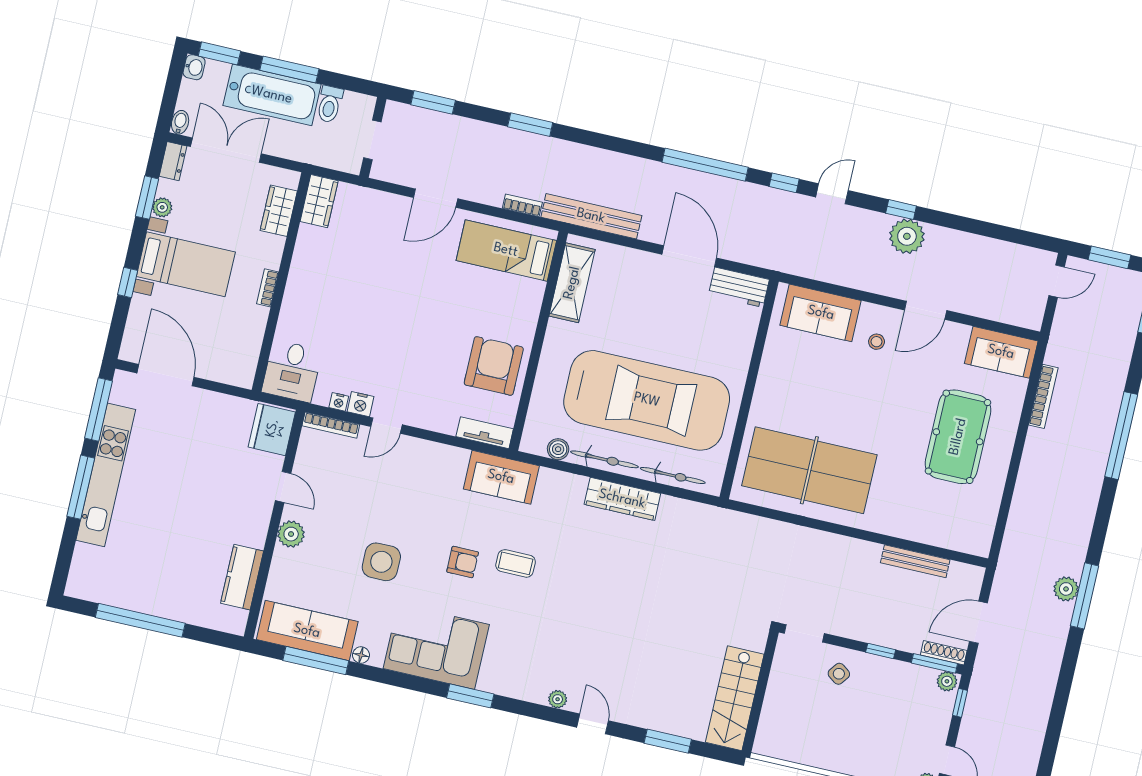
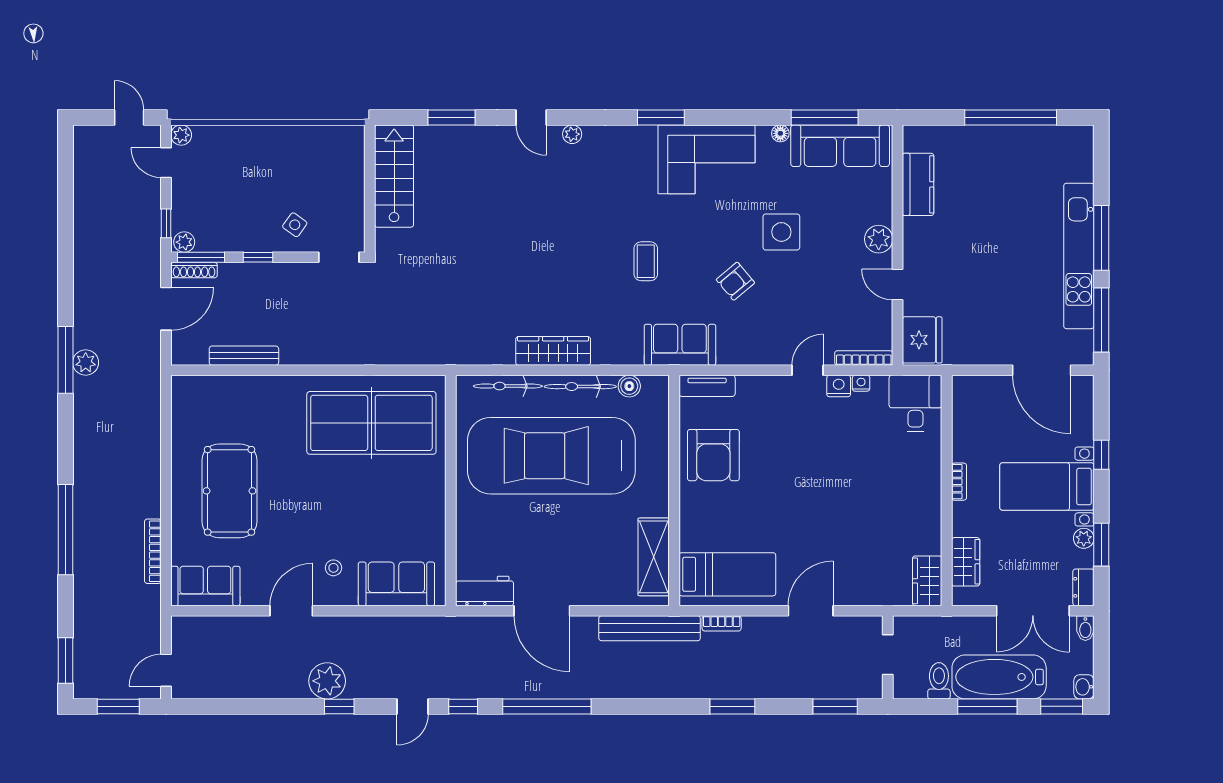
armchair: (463, 562) -> (735, 281), moved, turned -40
coffee table: (516, 563) -> (646, 261), turned 90

